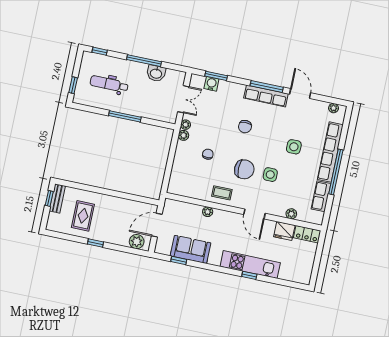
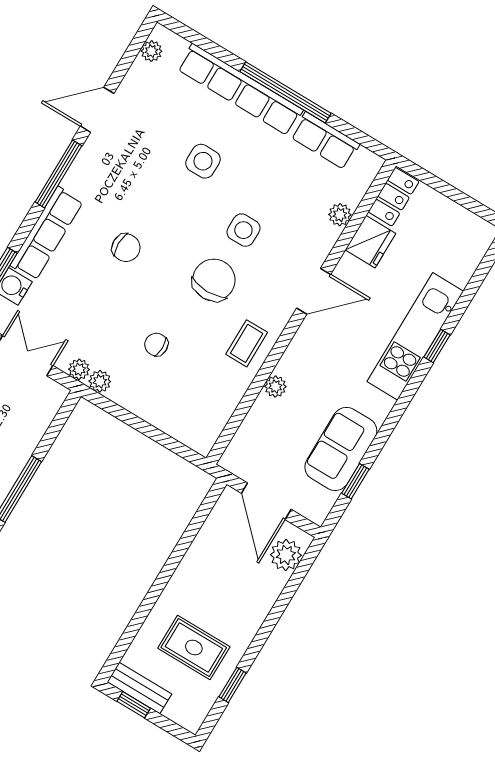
row of seats: (266, 96) -> (47, 233), moved
window: (96, 243) -> (232, 685), moved

